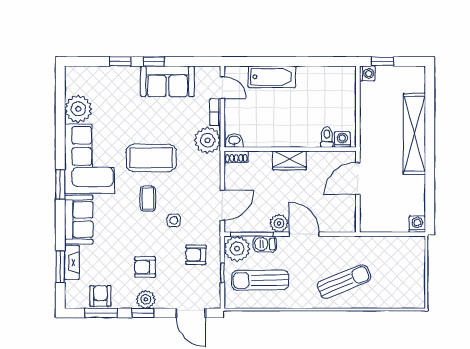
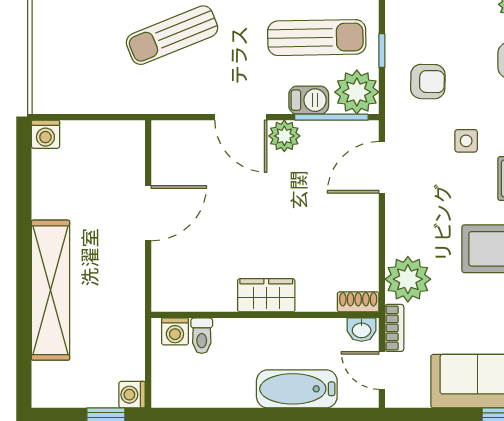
toilet: (327, 137) -> (202, 336), moved
washing machine: (342, 140) -> (175, 331), moved
washbasin: (234, 141) -> (362, 330), moved
wall: (290, 149) -> (265, 315), moved
shoe rack: (236, 157) -> (358, 302), moved
wardrobe: (289, 160) -> (266, 295), moved

